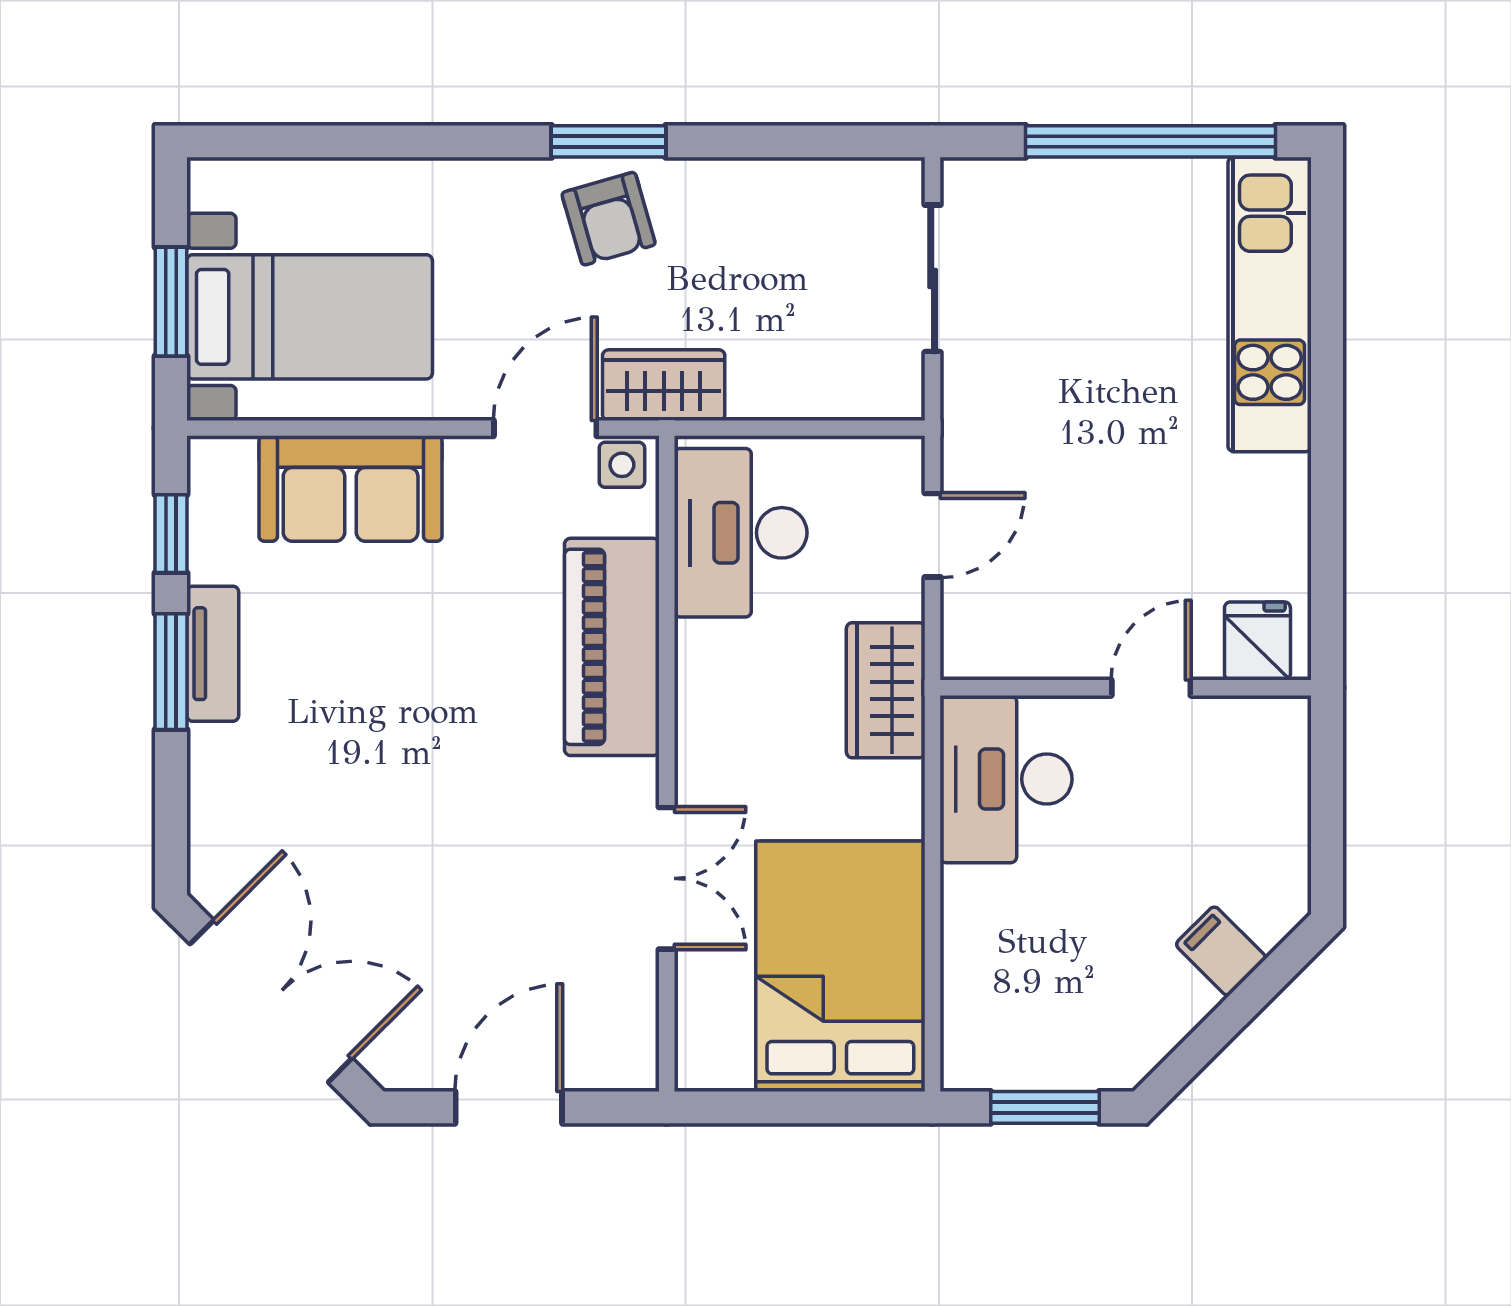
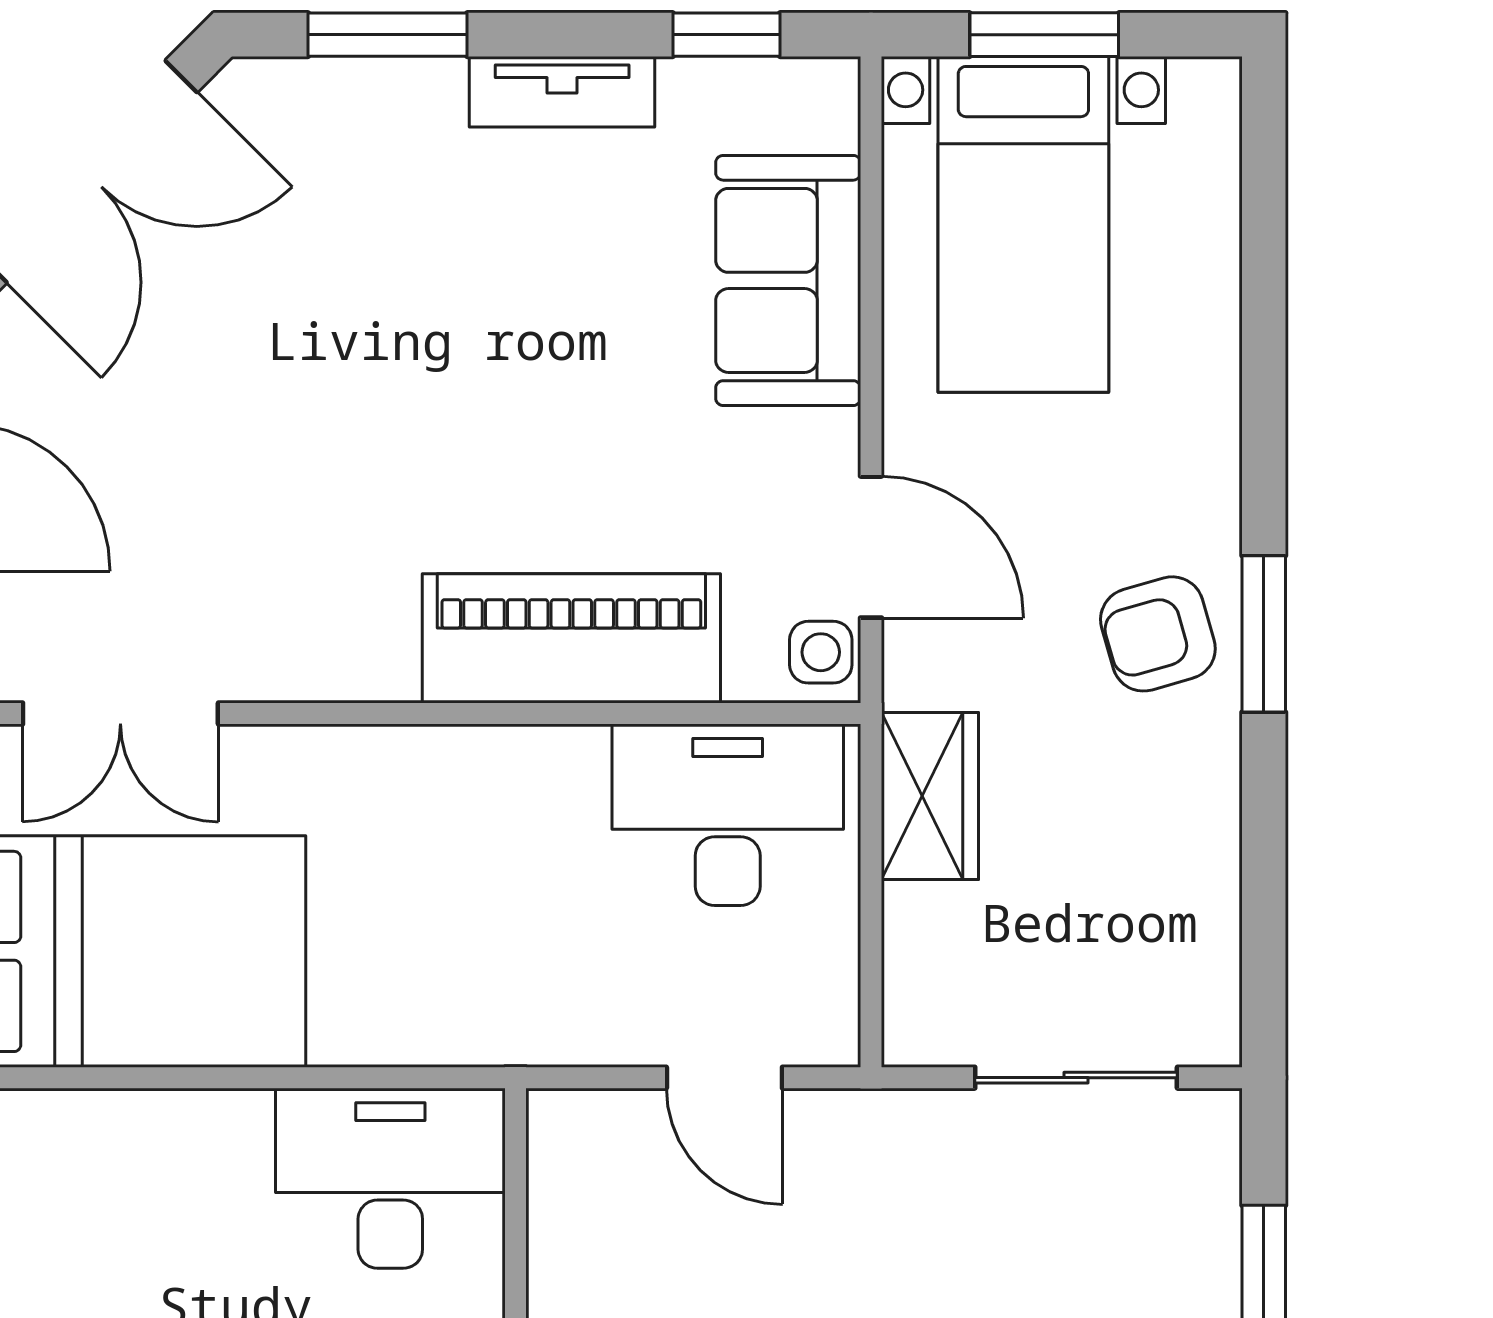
wardrobe: (664, 385) -> (930, 796), moved
window: (171, 672) -> (388, 35), moved
wardrobe: (886, 690) -> (512, 1014), removed
double door: (667, 878) -> (120, 714), moved

